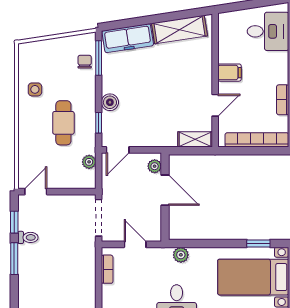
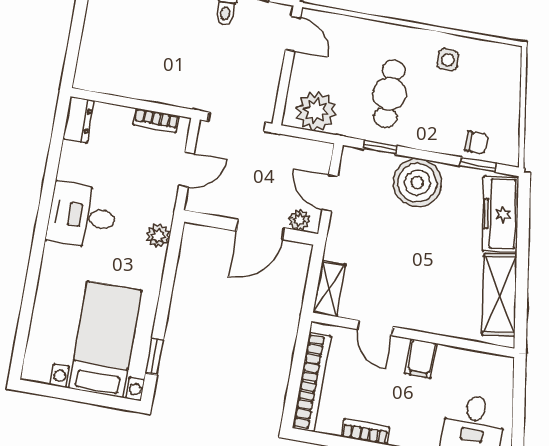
window: (99, 58) -> (478, 165), width x0.67
boiler: (110, 102) -> (417, 183), width x1.86, depth x1.86
cafe table: (63, 123) -> (390, 94), turned 90
door: (118, 150) -> (330, 193), moved
plant: (89, 162) -> (316, 111), width x1.87, depth x1.87

